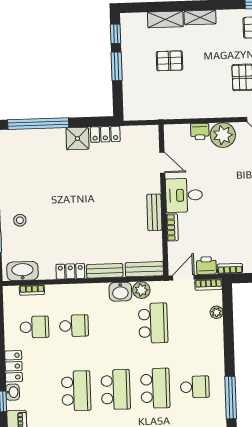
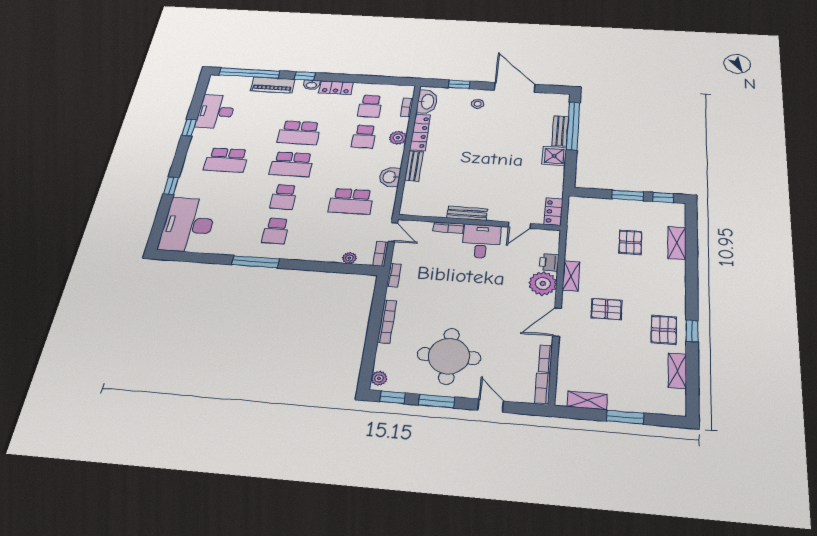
shelving: (200, 17) -> (571, 276), moved
locker: (105, 134) -> (553, 212), moved
printer: (206, 266) -> (402, 254), removed
bench: (144, 269) -> (560, 131), moved
locker: (70, 271) -> (420, 132), width x1.53
plant: (141, 290) -> (398, 138), moved
school desk: (155, 388) -> (284, 197), width x0.54

